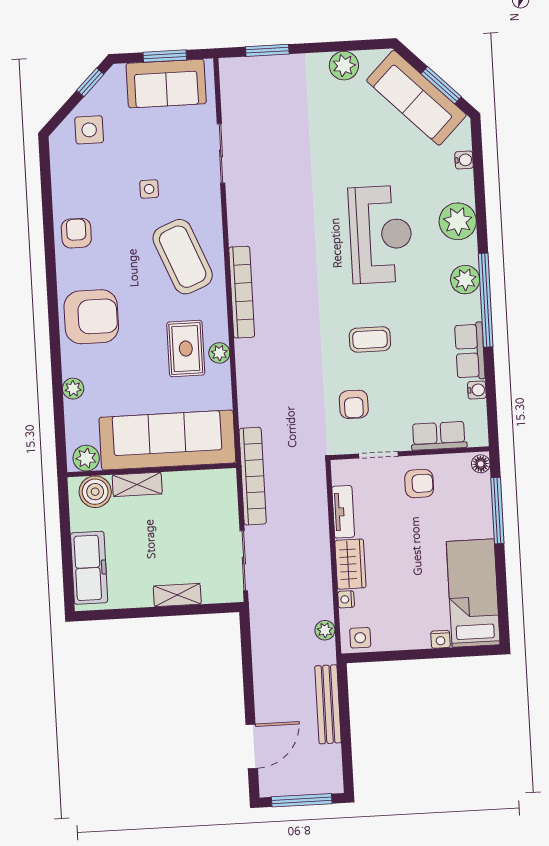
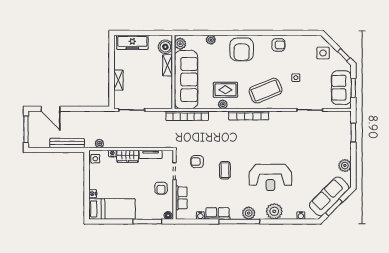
bookcase: (253, 476) -> (187, 116), moved

